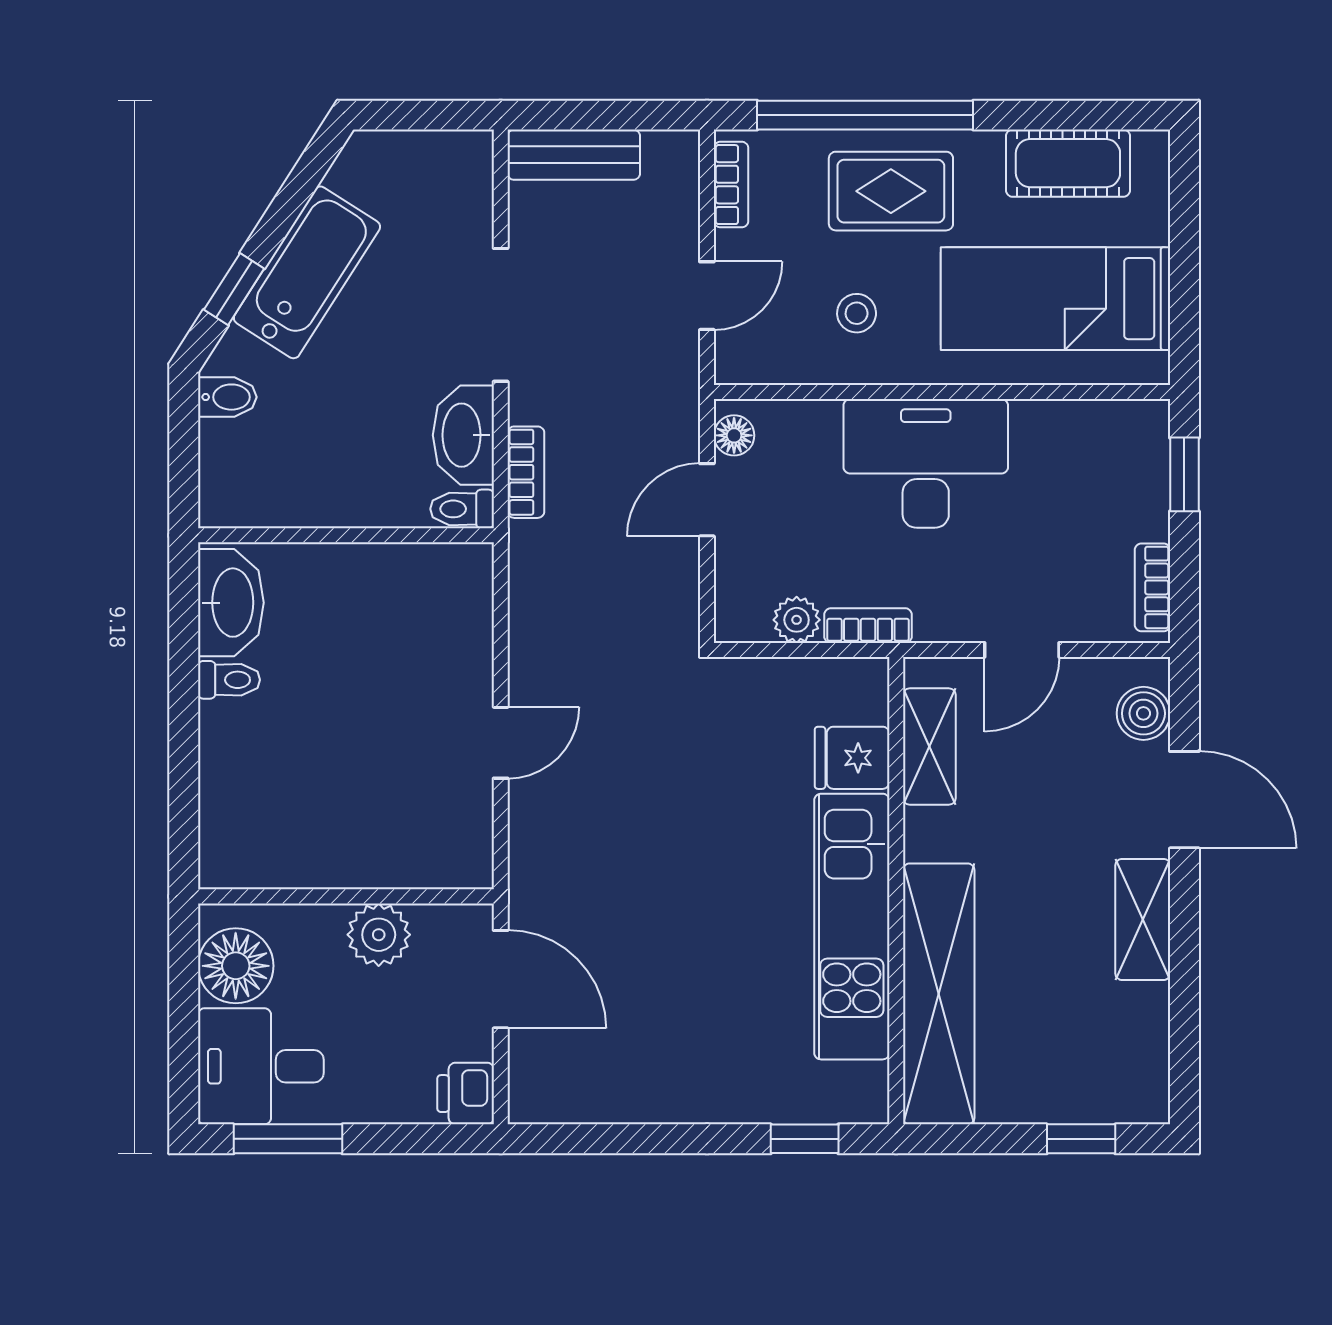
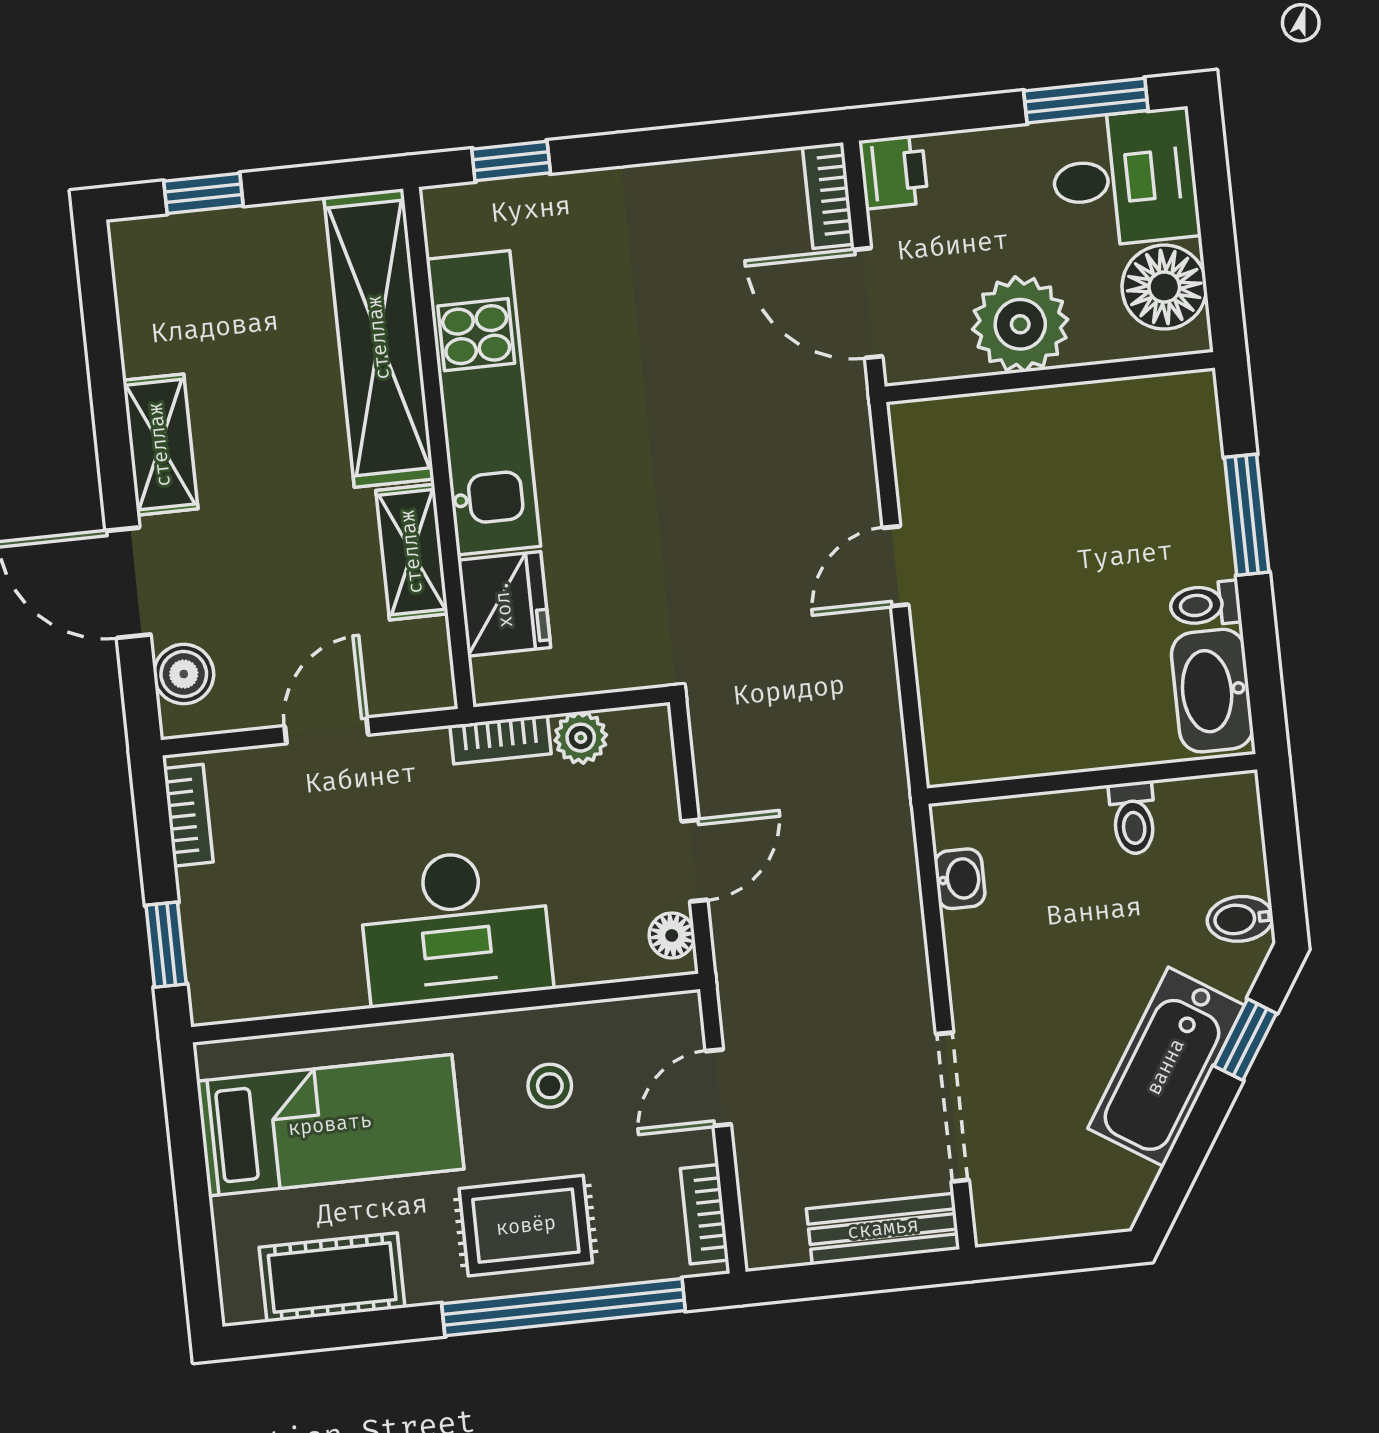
doorway: (501, 315) -> (952, 1107), moved
washbasin: (463, 435) -> (960, 879), width x0.52, depth x0.69
bookcase: (526, 472) -> (828, 195), moved
toilet: (462, 509) -> (1133, 818), moved, turned 90
shelving: (929, 747) -> (412, 552), moved
window: (184, 756) -> (1247, 515), added
fridge: (852, 758) -> (504, 604), width x1.38
plant: (379, 935) -> (1020, 324), width x1.36, depth x1.36

